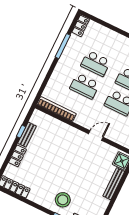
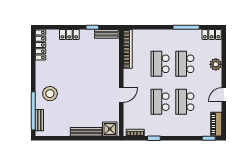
plant: (110, 36) -> (216, 64), added
bench: (27, 135) -> (106, 34), moved
door: (96, 135) -> (121, 95), hinge flipped

